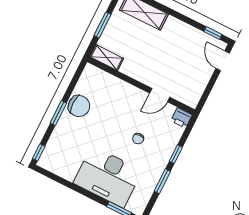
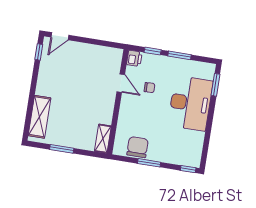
shelving: (107, 58) -> (103, 139), moved
wall: (141, 86) -> (118, 102), moved
door: (160, 95) -> (121, 83), moved
printer: (181, 118) -> (134, 58), moved

